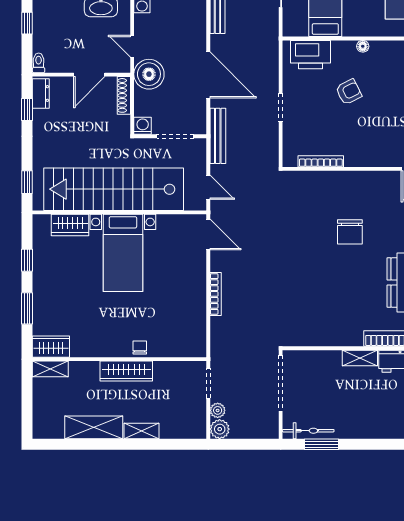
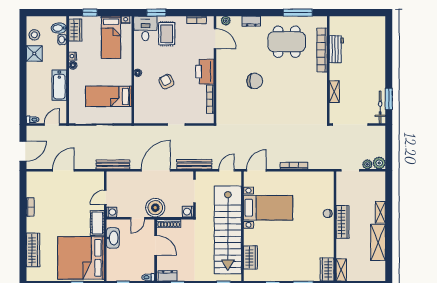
printer: (311, 55) -> (205, 72), moved, turned 180
bed with nightstands: (123, 253) -> (268, 208), moved
shelving: (360, 358) -> (334, 92), moved

